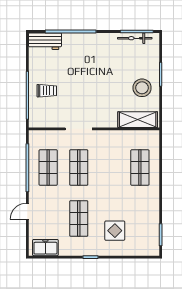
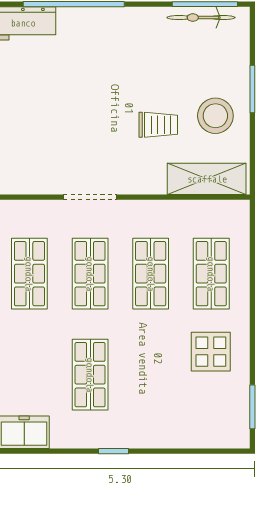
trolley: (47, 91) -> (158, 125), moved
shop shelf: (109, 167) -> (151, 274), added
display table: (115, 231) -> (211, 352), moved

